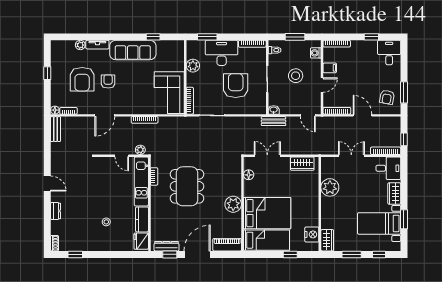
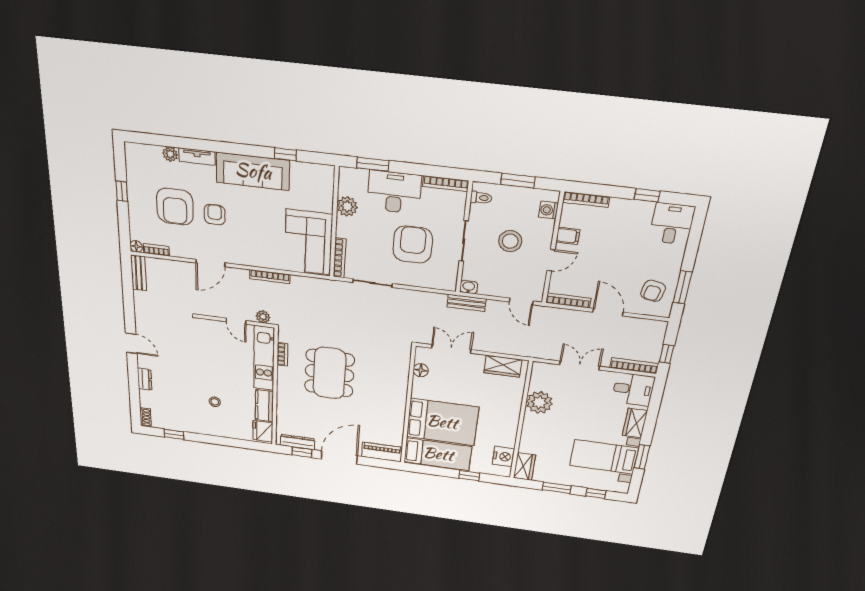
plant: (233, 204) -> (395, 404), removed

